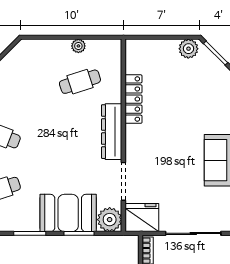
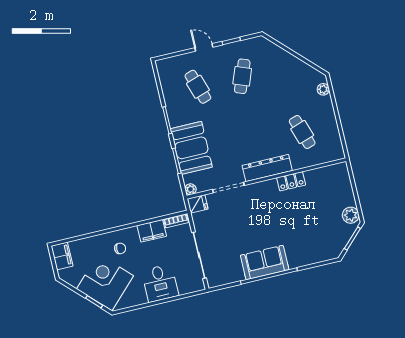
plant: (78, 46) -> (323, 89), moved
locker: (133, 99) -> (291, 181), width x0.66
fridge: (142, 218) -> (198, 204), width x0.53, depth x0.75
plant: (110, 220) -> (191, 189), width x0.53, depth x0.53

